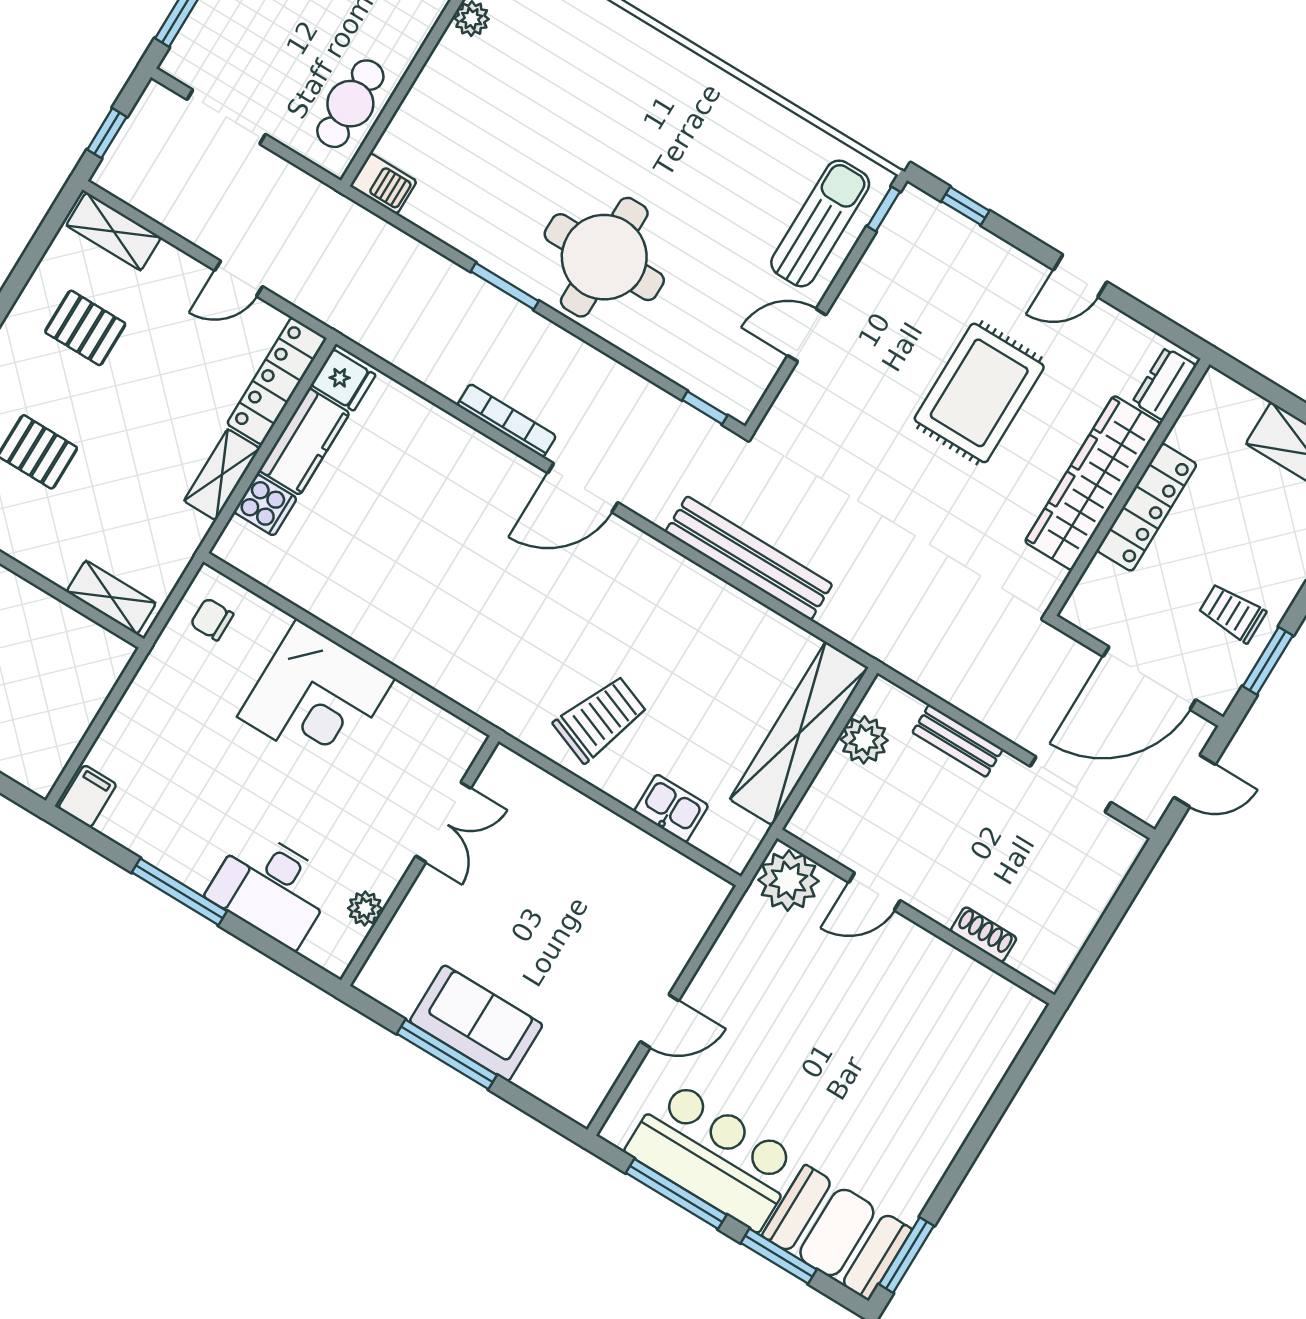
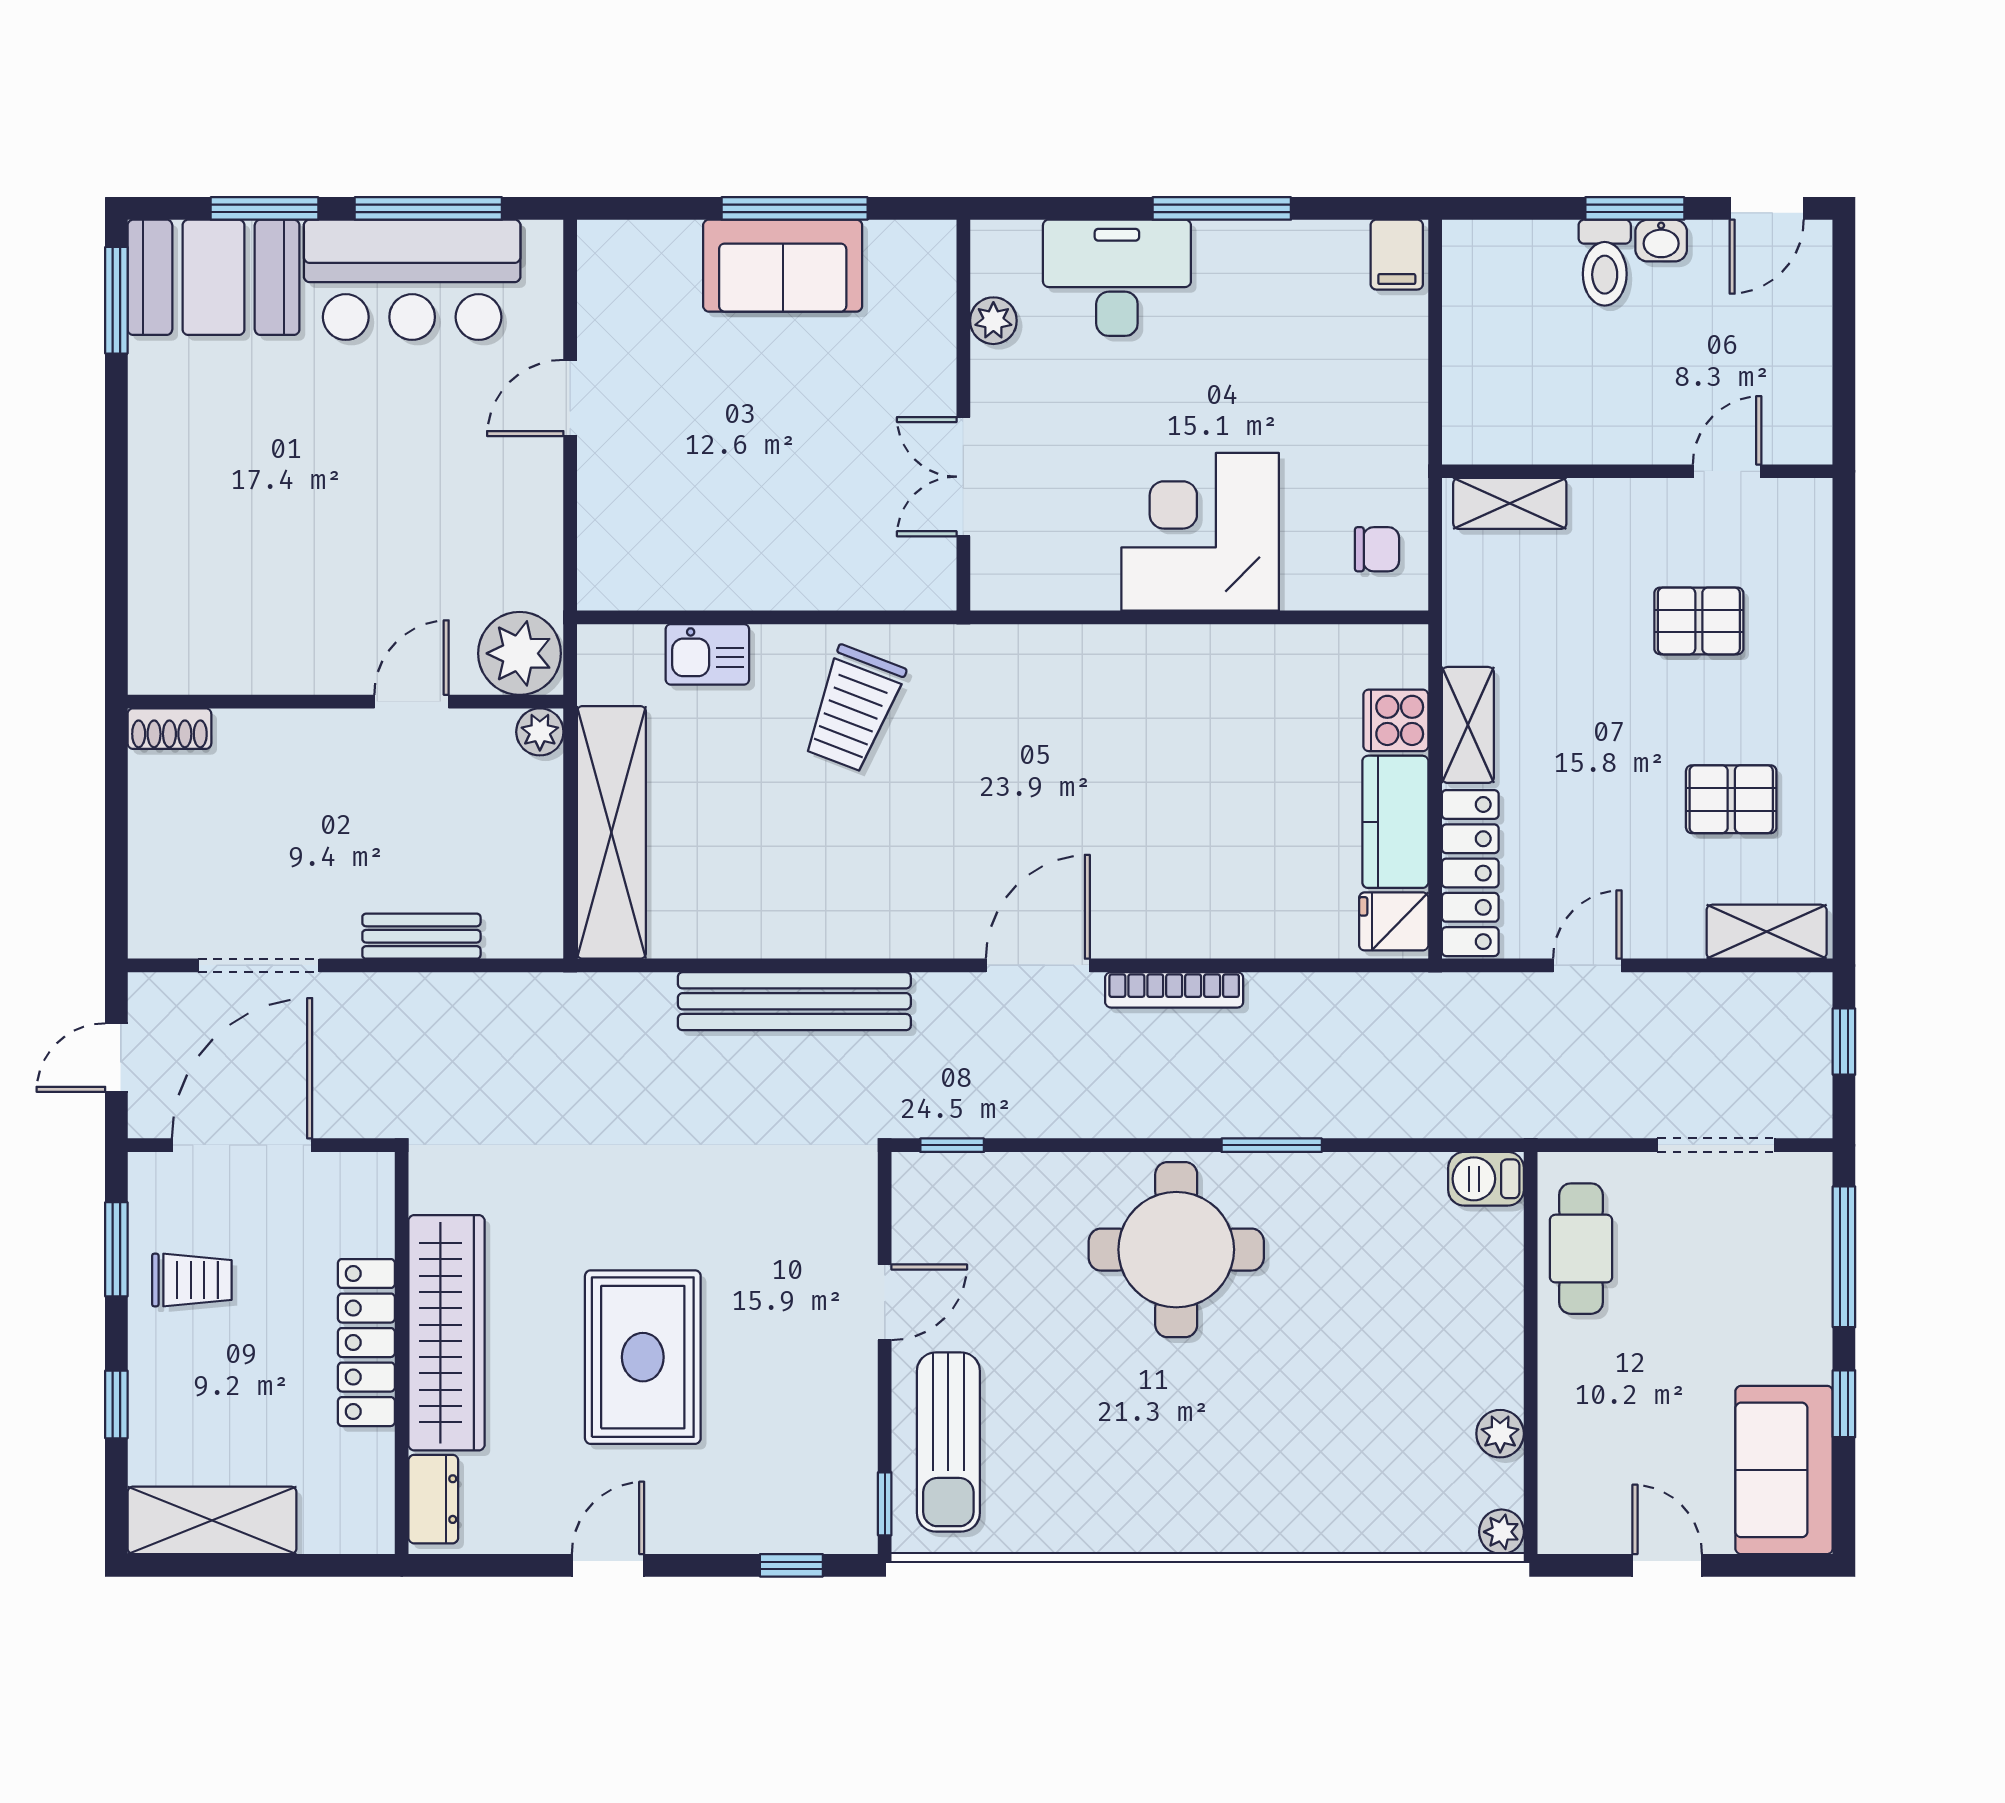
plant: (864, 740) -> (540, 732), moved, width x0.73, depth x0.73
shoe rack: (983, 935) -> (169, 729), moved

